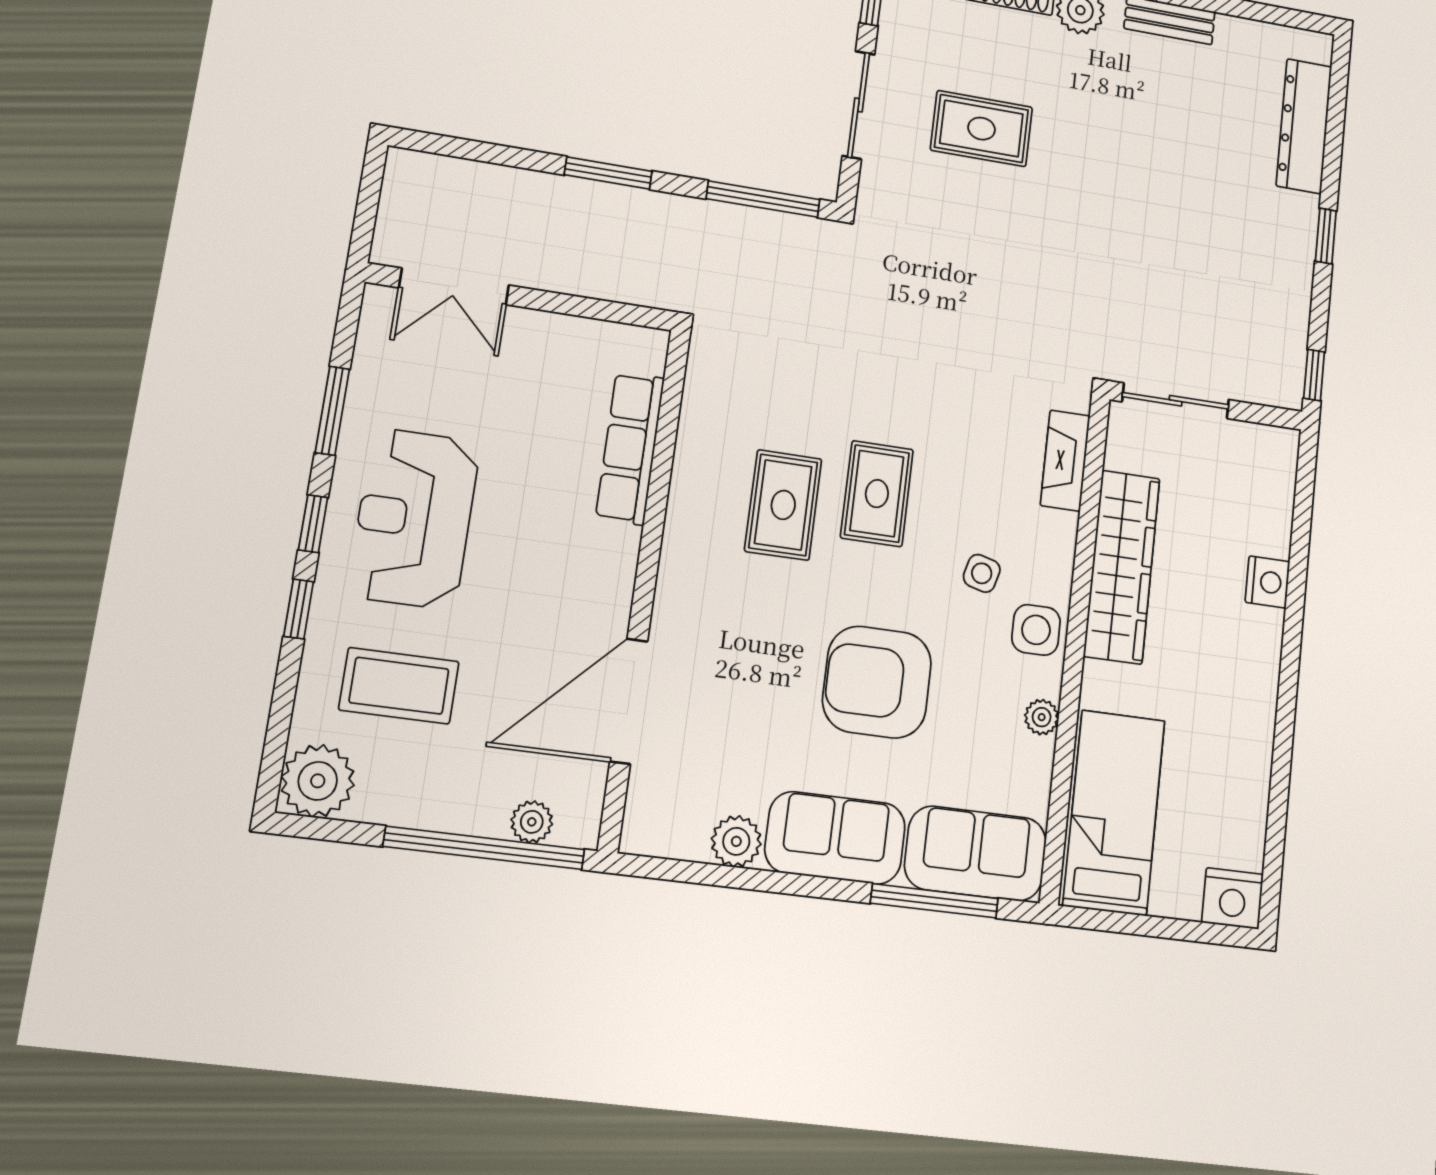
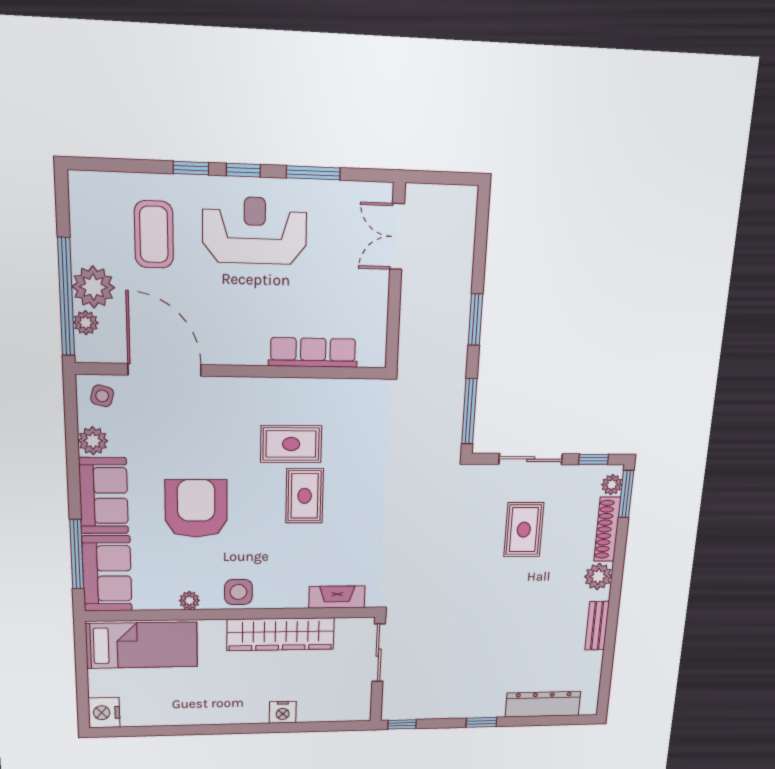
rug: (877, 494) -> (305, 496), turned 90
side table: (982, 573) -> (102, 396), moved
plant: (318, 781) -> (93, 287), moved

